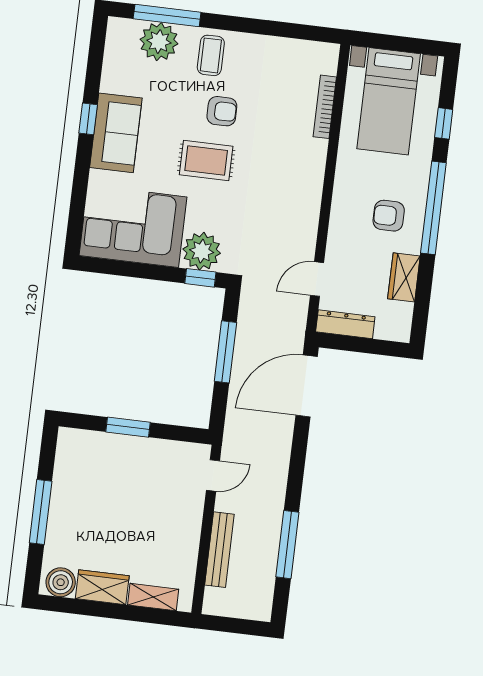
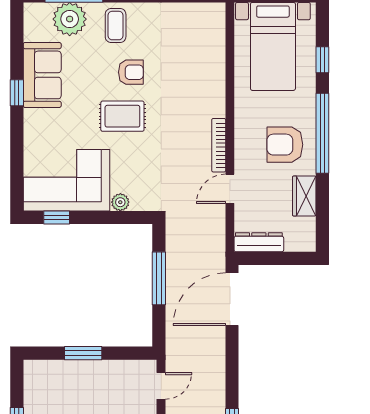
bookcase: (325, 107) -> (219, 145), moved
sofa: (116, 133) -> (42, 75), moved
armchair: (389, 216) -> (285, 145), width x1.38, depth x1.38
plant: (202, 251) -> (120, 202), width x0.53, depth x0.53
window: (200, 278) -> (57, 217), moved
door: (317, 279) -> (230, 189), moved

